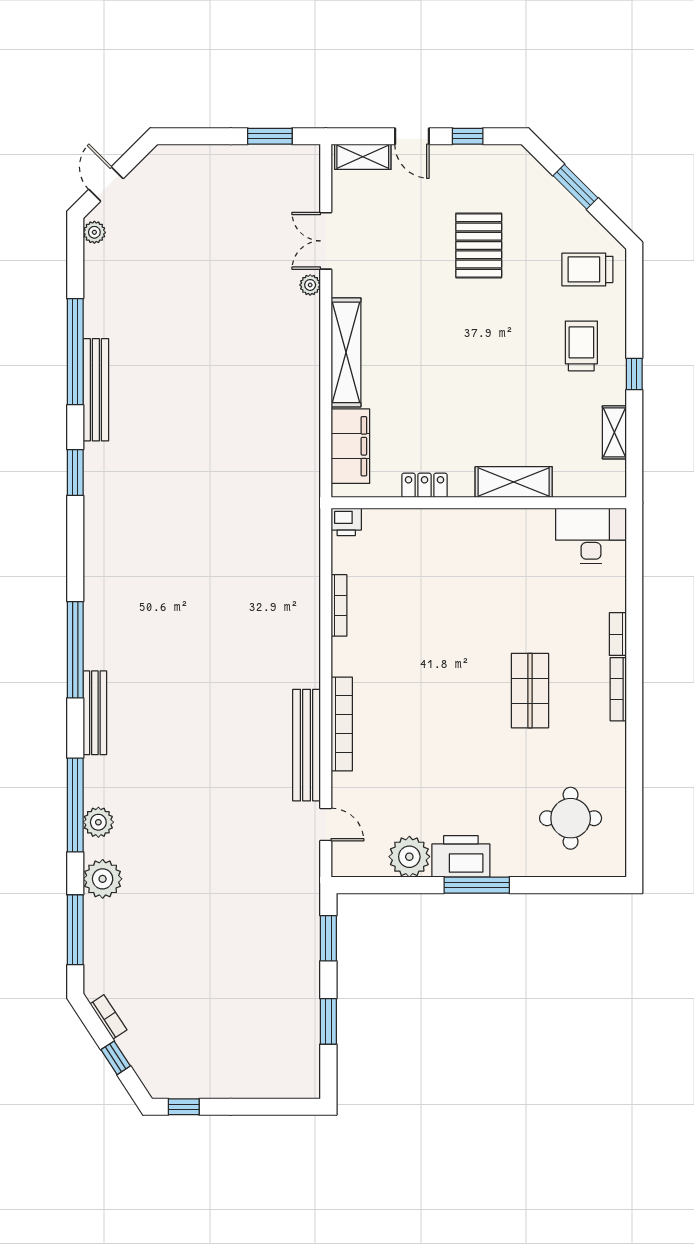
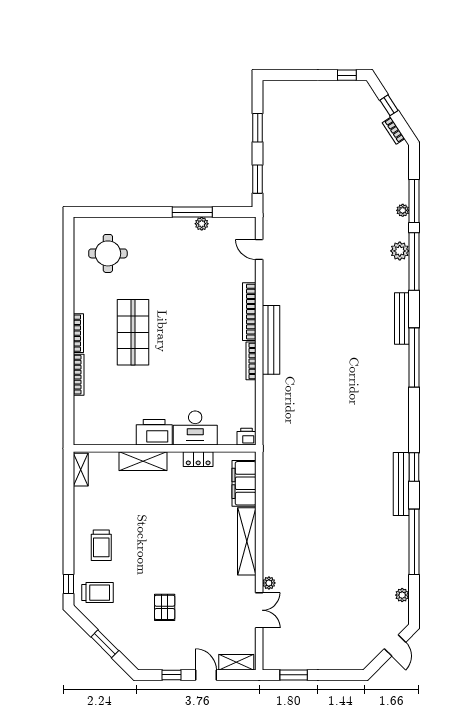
plant: (94, 232) -> (402, 595), moved
pallet: (479, 245) -> (165, 607), width x0.67, depth x0.71
window: (634, 374) -> (68, 584), moved
bench: (96, 390) -> (401, 484), moved
shelving: (614, 432) -> (81, 470), moved
desk: (591, 536) -> (195, 428), moved
bookcase: (339, 605) -> (251, 361), moved
bookcase: (618, 634) -> (79, 375), width x1.56
shop shelf: (530, 691) -> (133, 332), width x1.43, depth x1.36
bench: (307, 745) -> (271, 340), moved
printer: (461, 856) -> (154, 432), moved, turned 180
plant: (409, 857) -> (202, 224), width x0.53, depth x0.53
plant: (103, 879) -> (403, 210), width x0.53, depth x0.53
window: (477, 885) -> (192, 212), moved
window: (75, 930) -> (414, 201), moved

